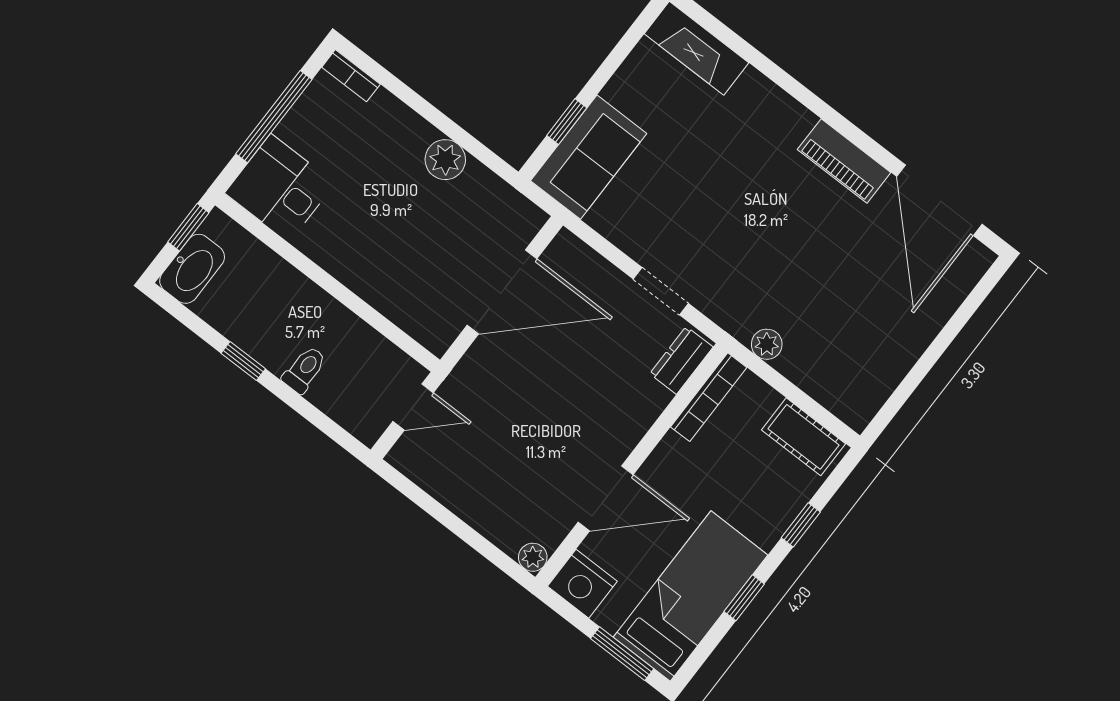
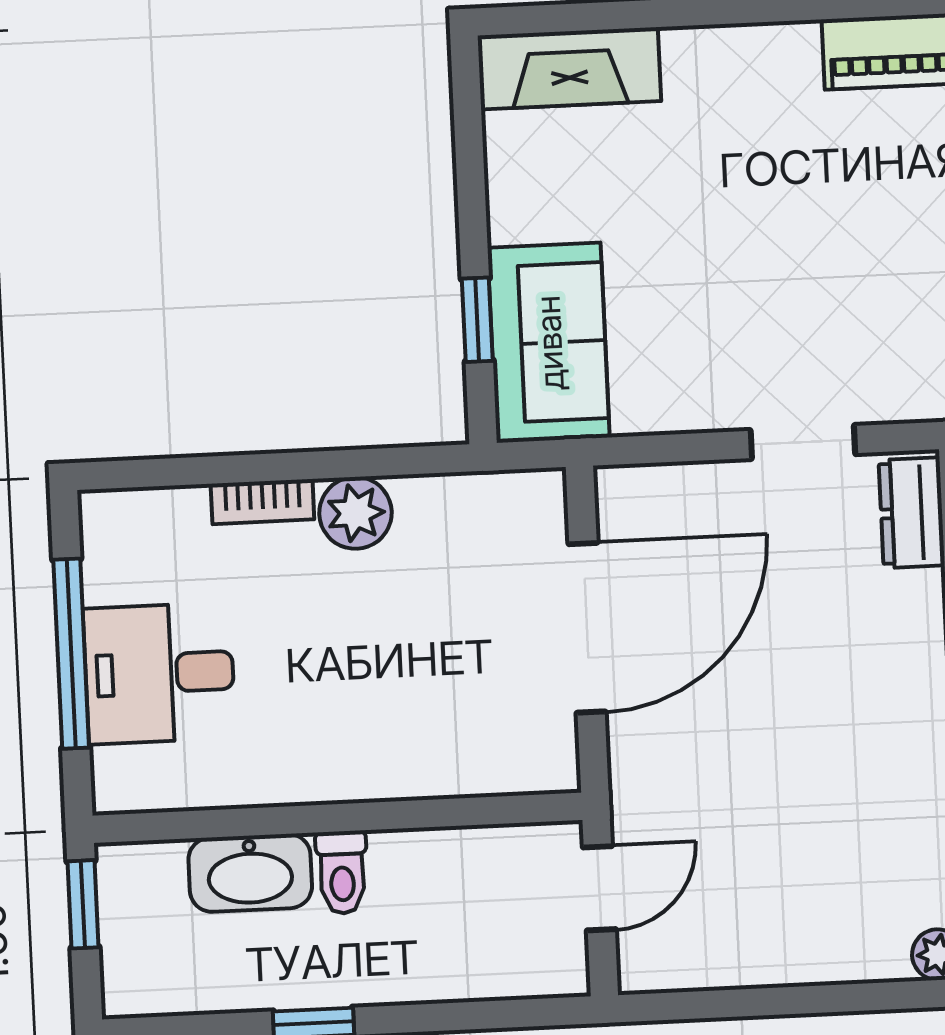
bookcase: (351, 76) -> (262, 502), moved
desk: (280, 188) -> (159, 673), moved
washbasin: (192, 269) -> (250, 873), moved, turned 90
toilet: (304, 370) -> (342, 872), moved, turned 180

